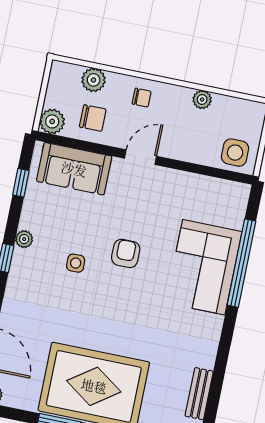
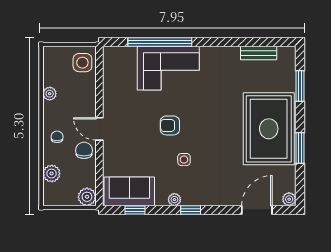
chair: (93, 118) -> (84, 150), moved
sofa: (74, 169) -> (129, 191), moved, turned -90

